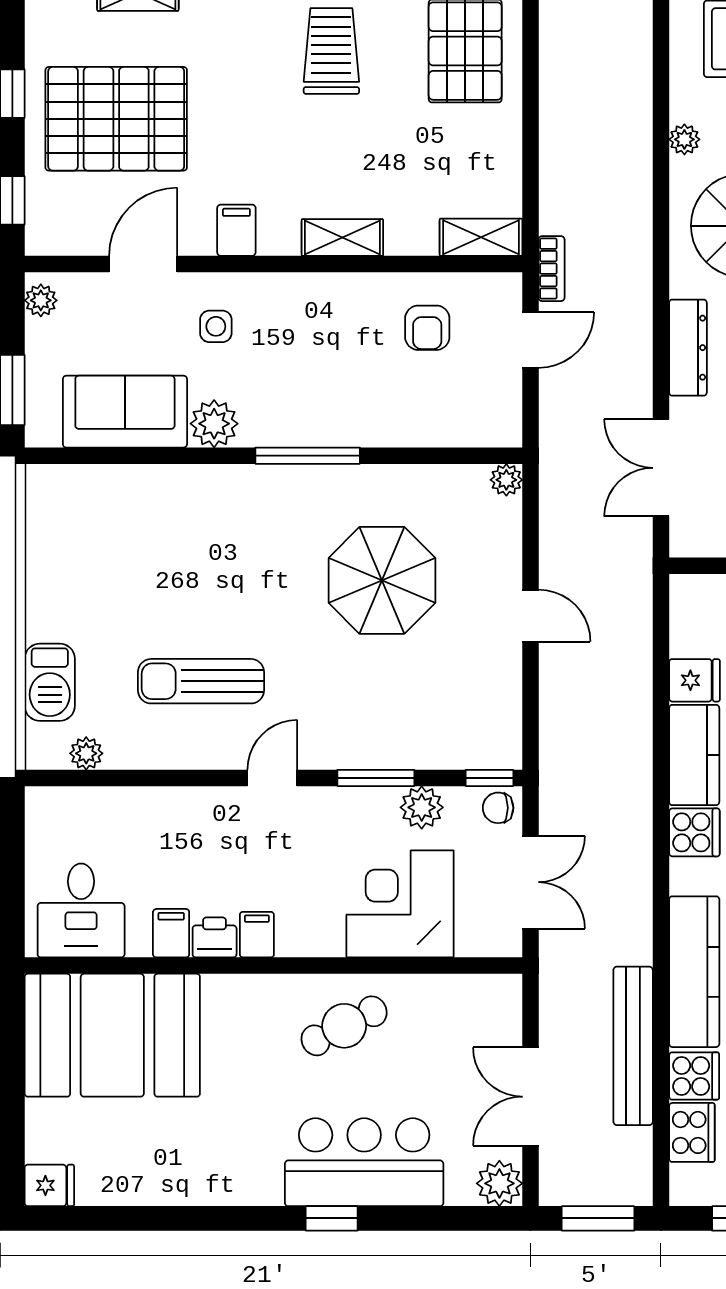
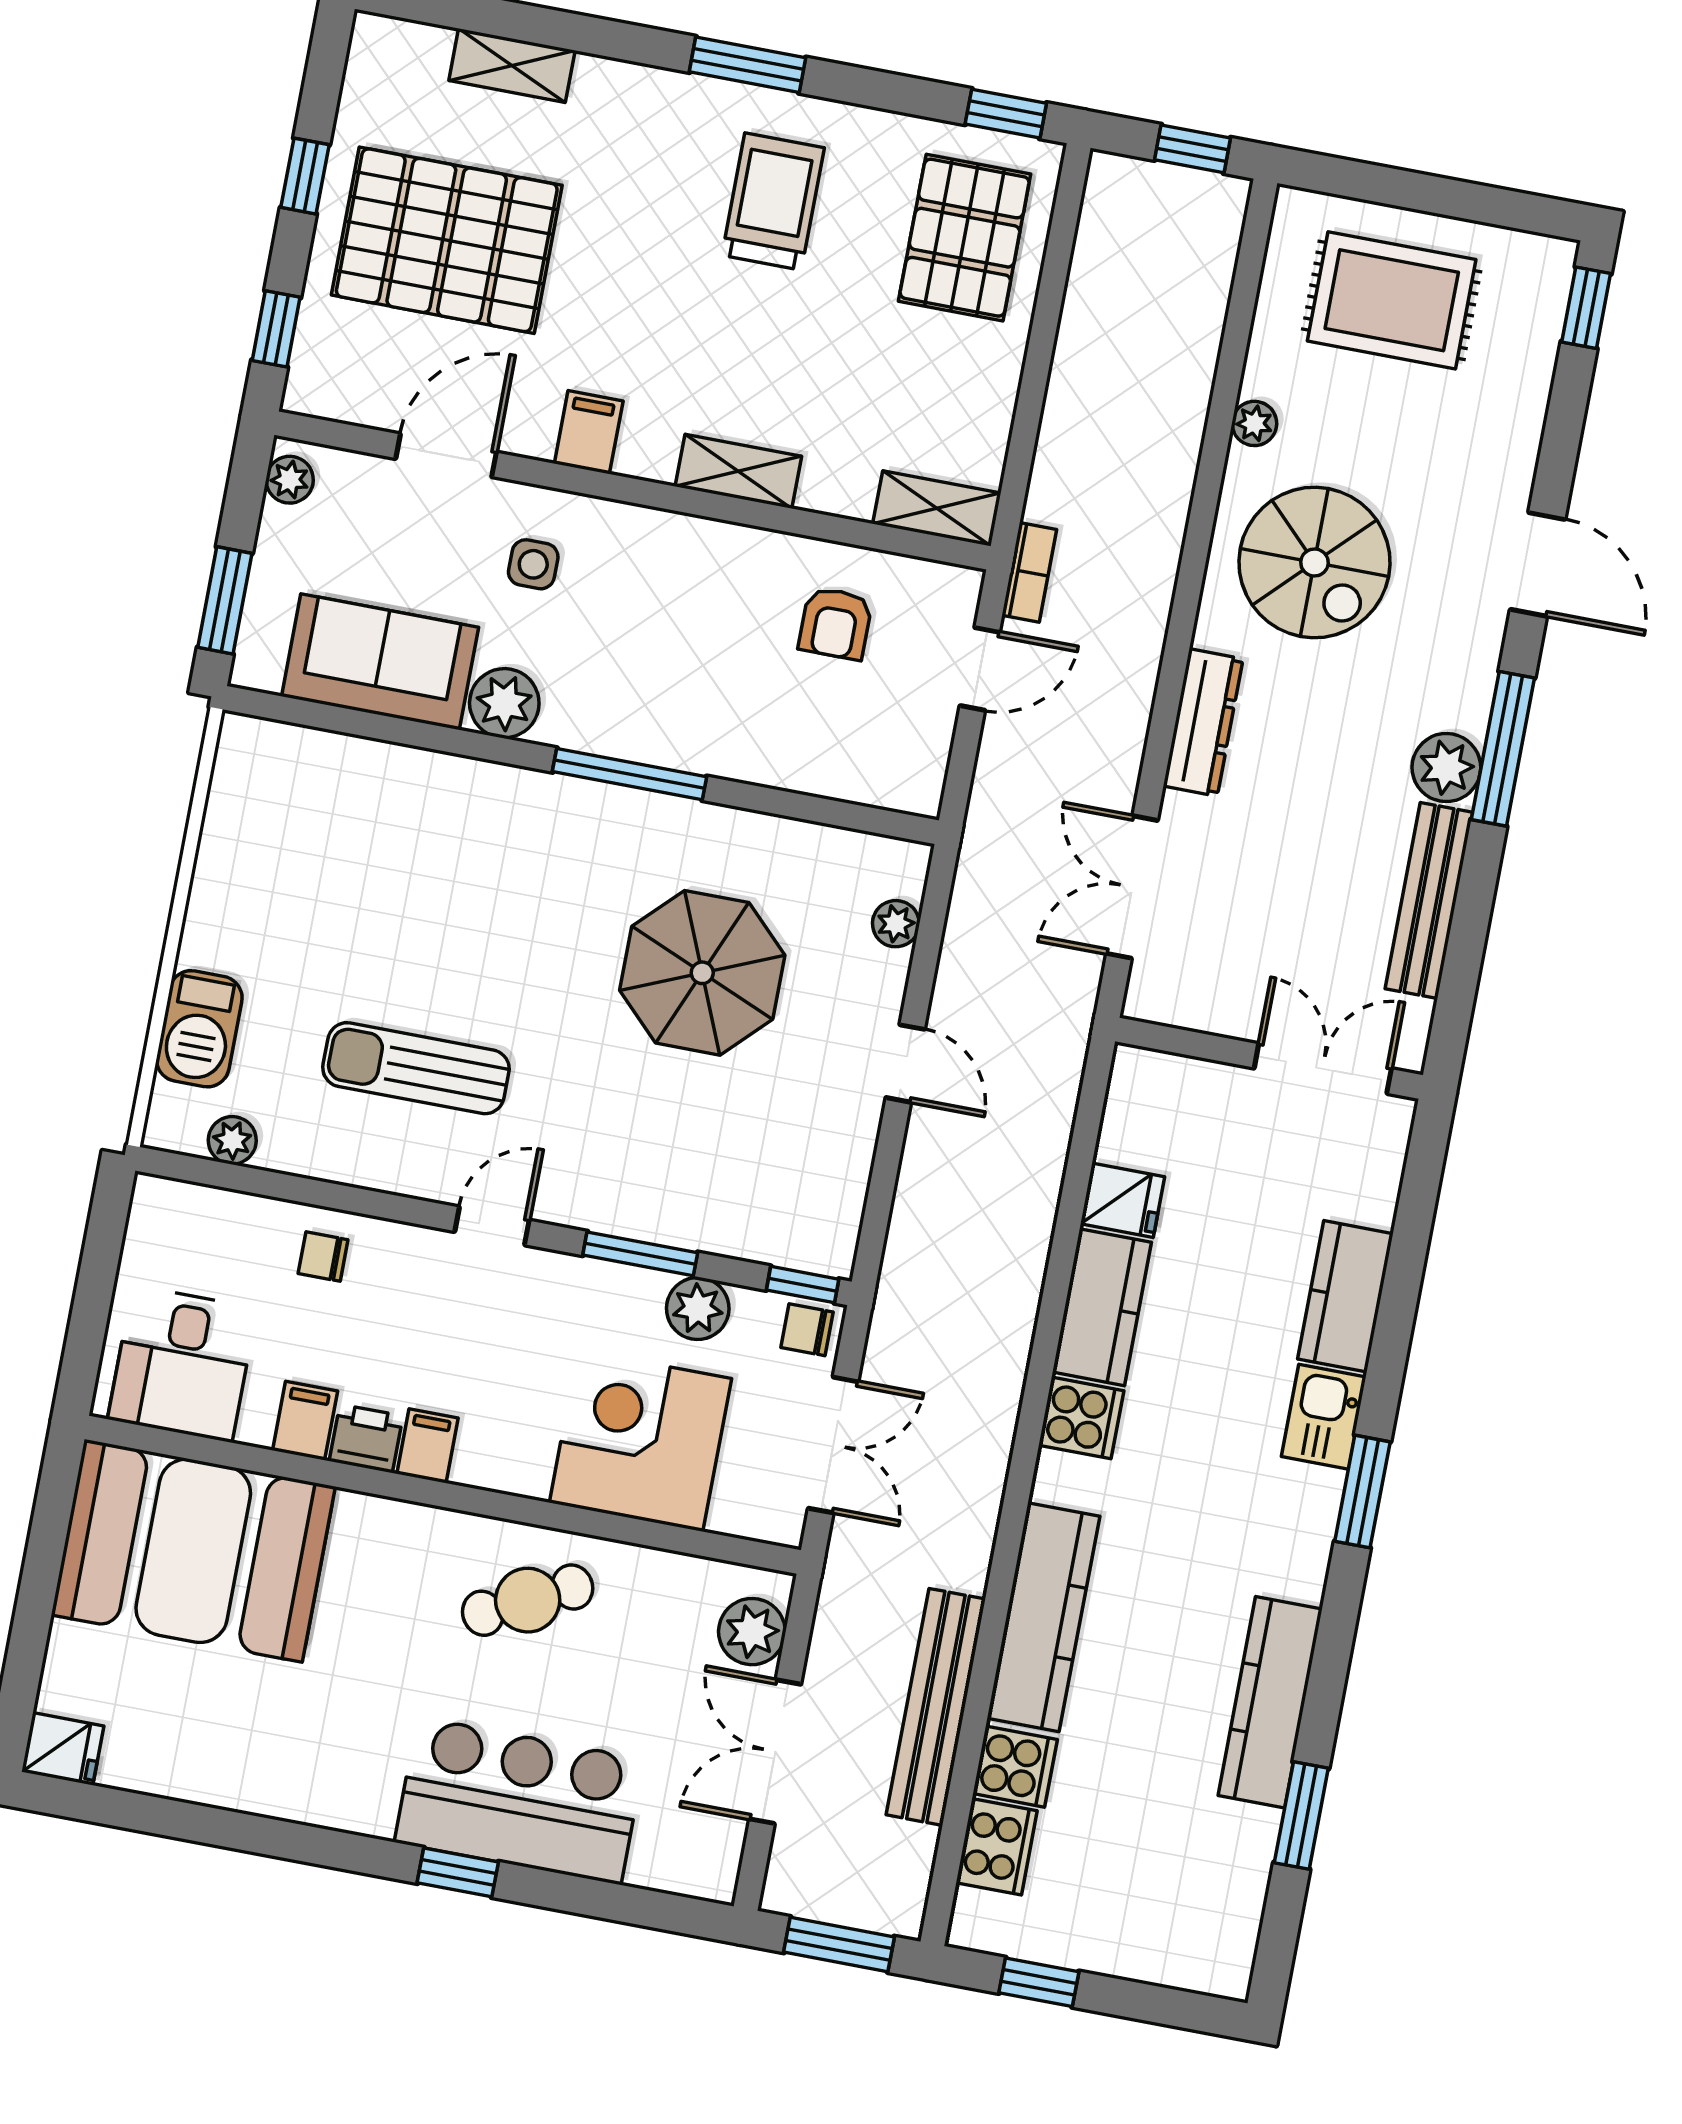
plant: (506, 480) -> (896, 924), moved
chair: (162, 820) -> (323, 1257), added
plant: (499, 1183) -> (752, 1632), moved

